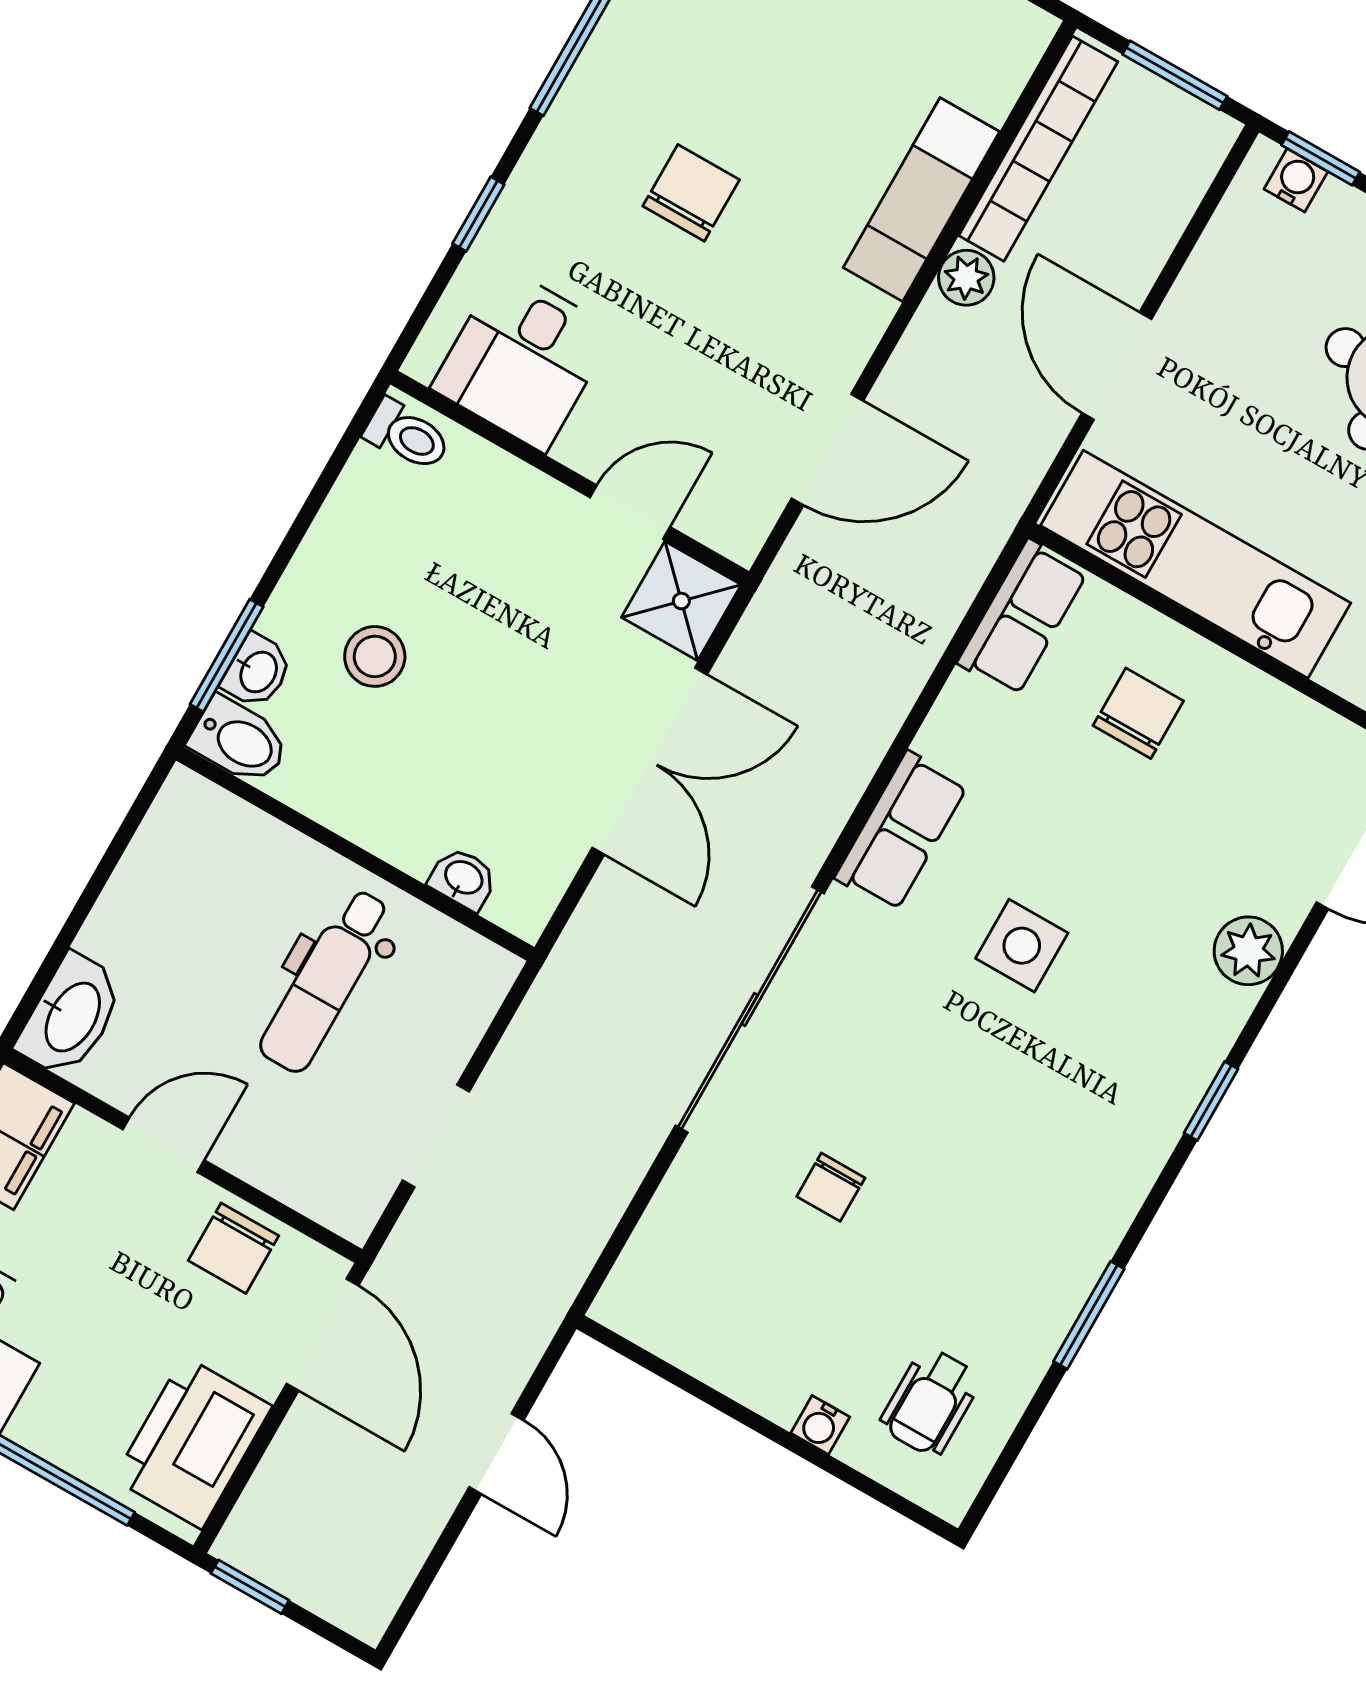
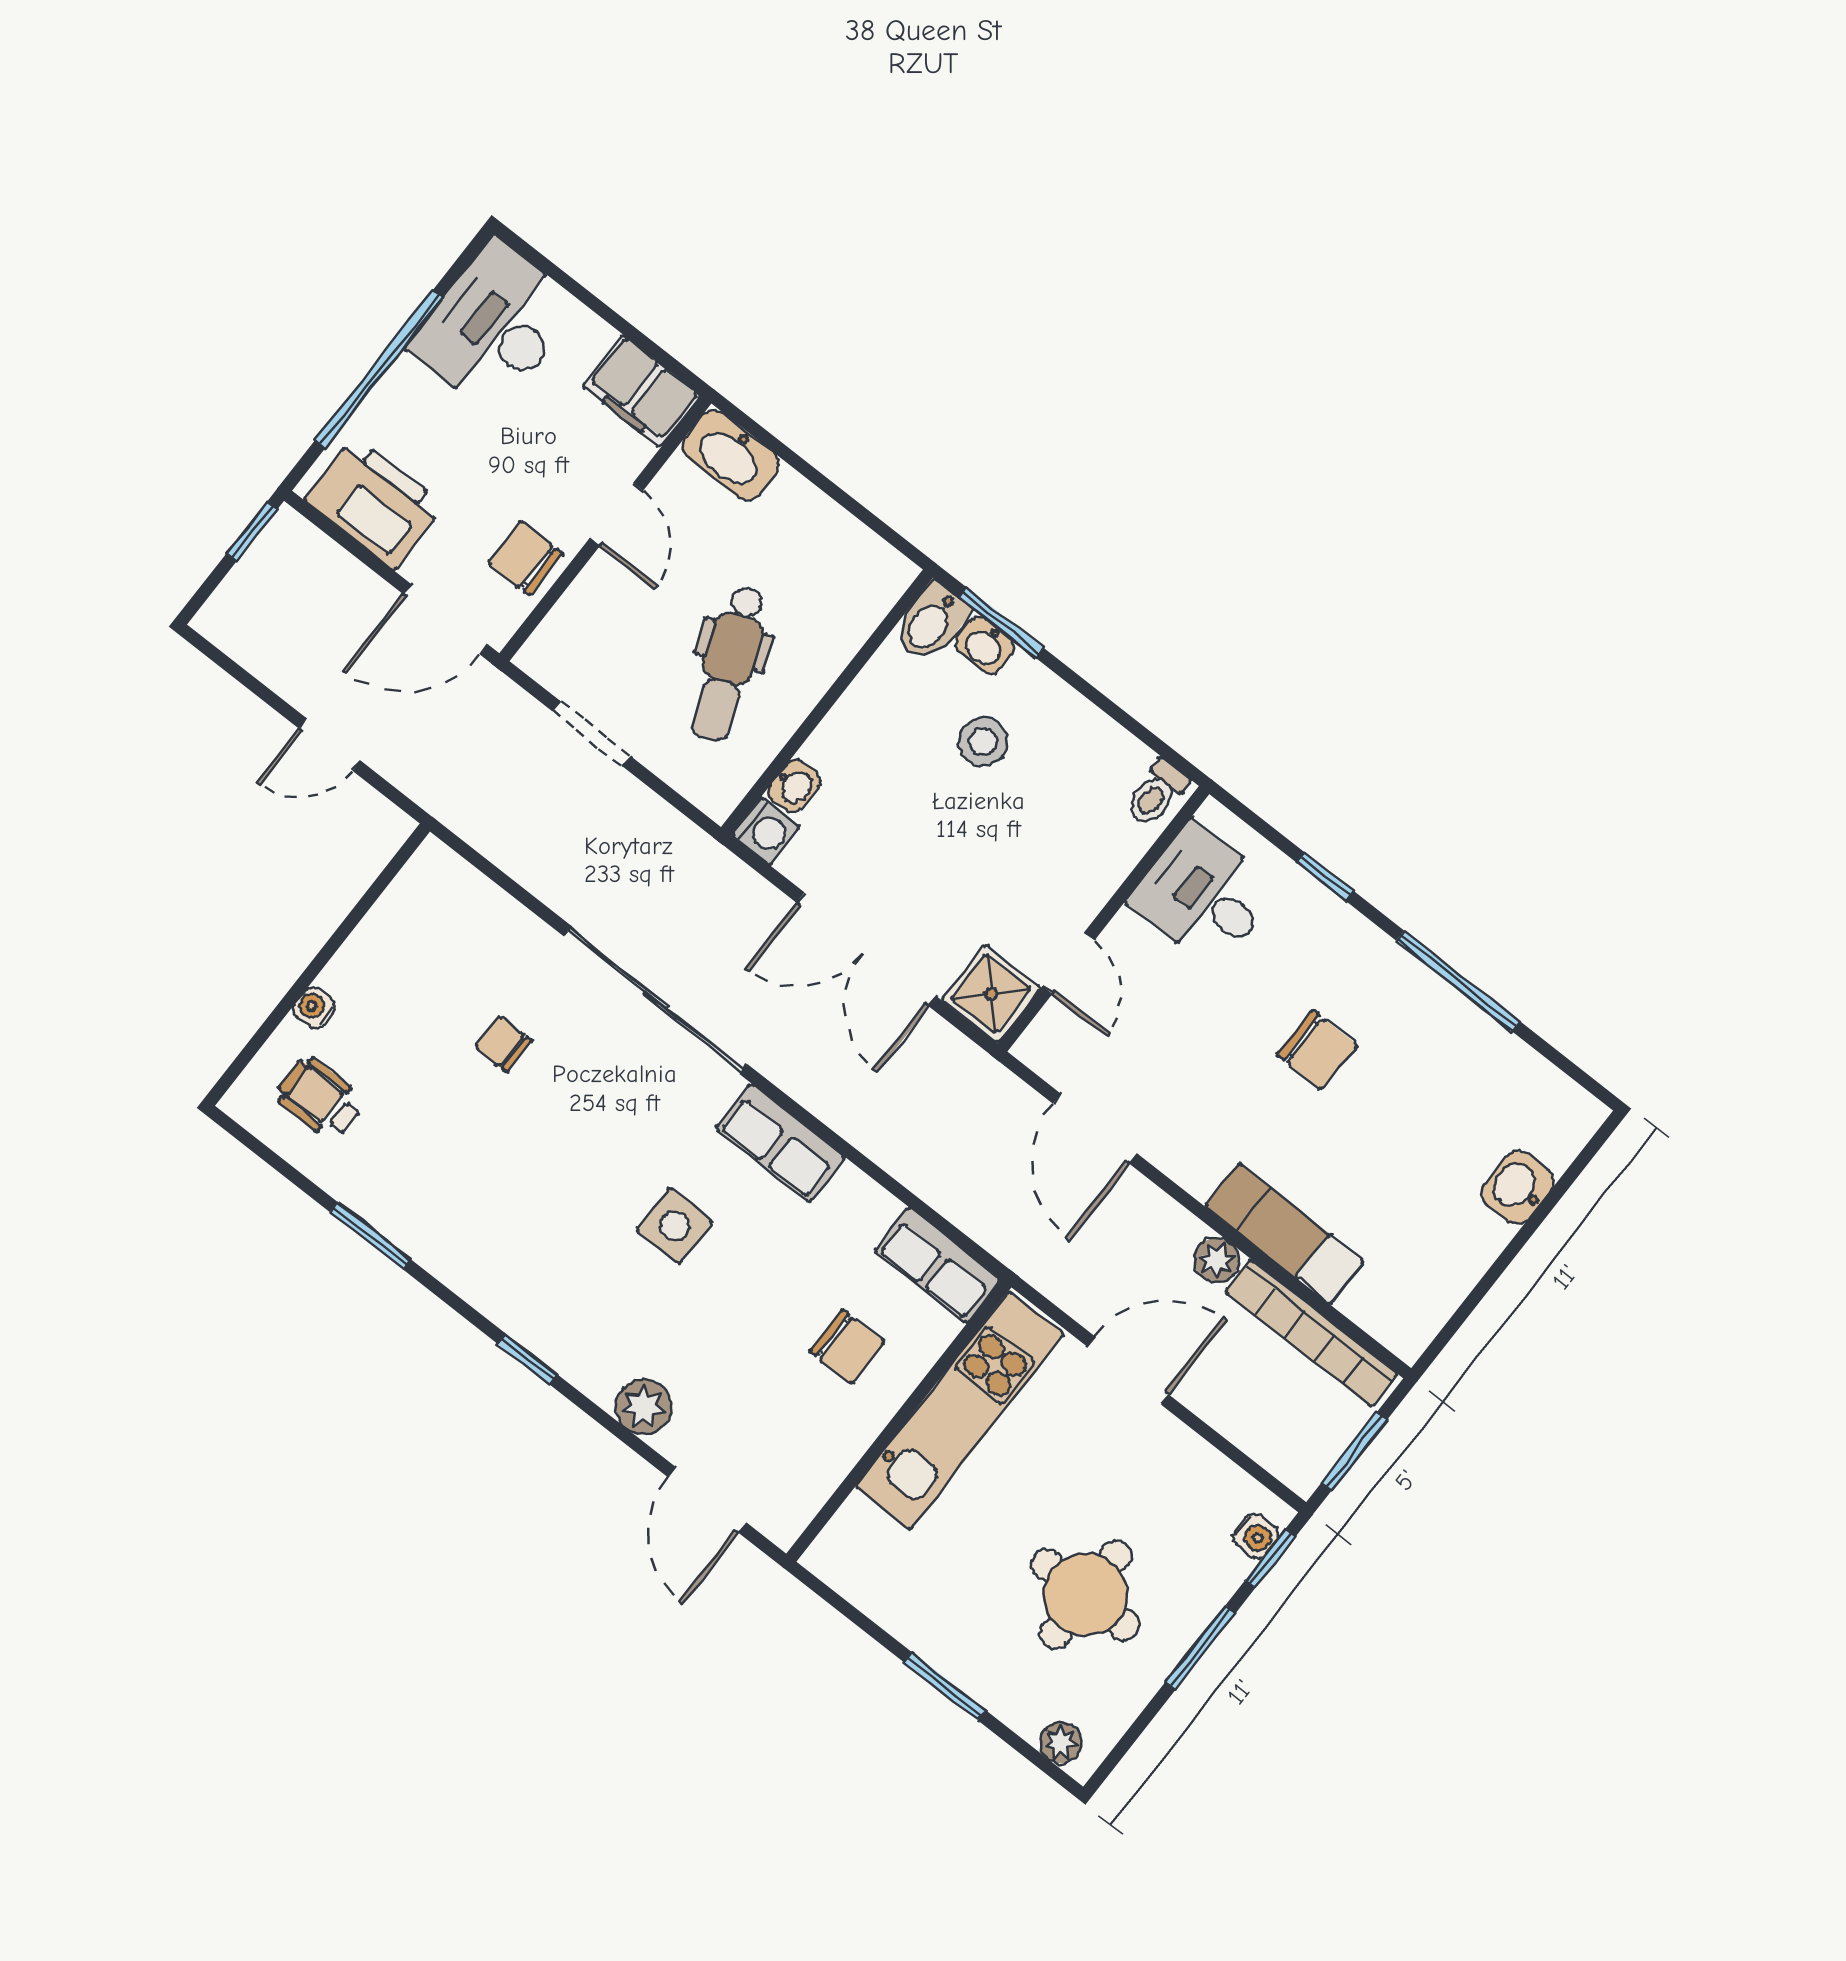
washing machine: (523, 905) -> (766, 831), added
dental chair: (326, 981) -> (729, 664), turned -112

